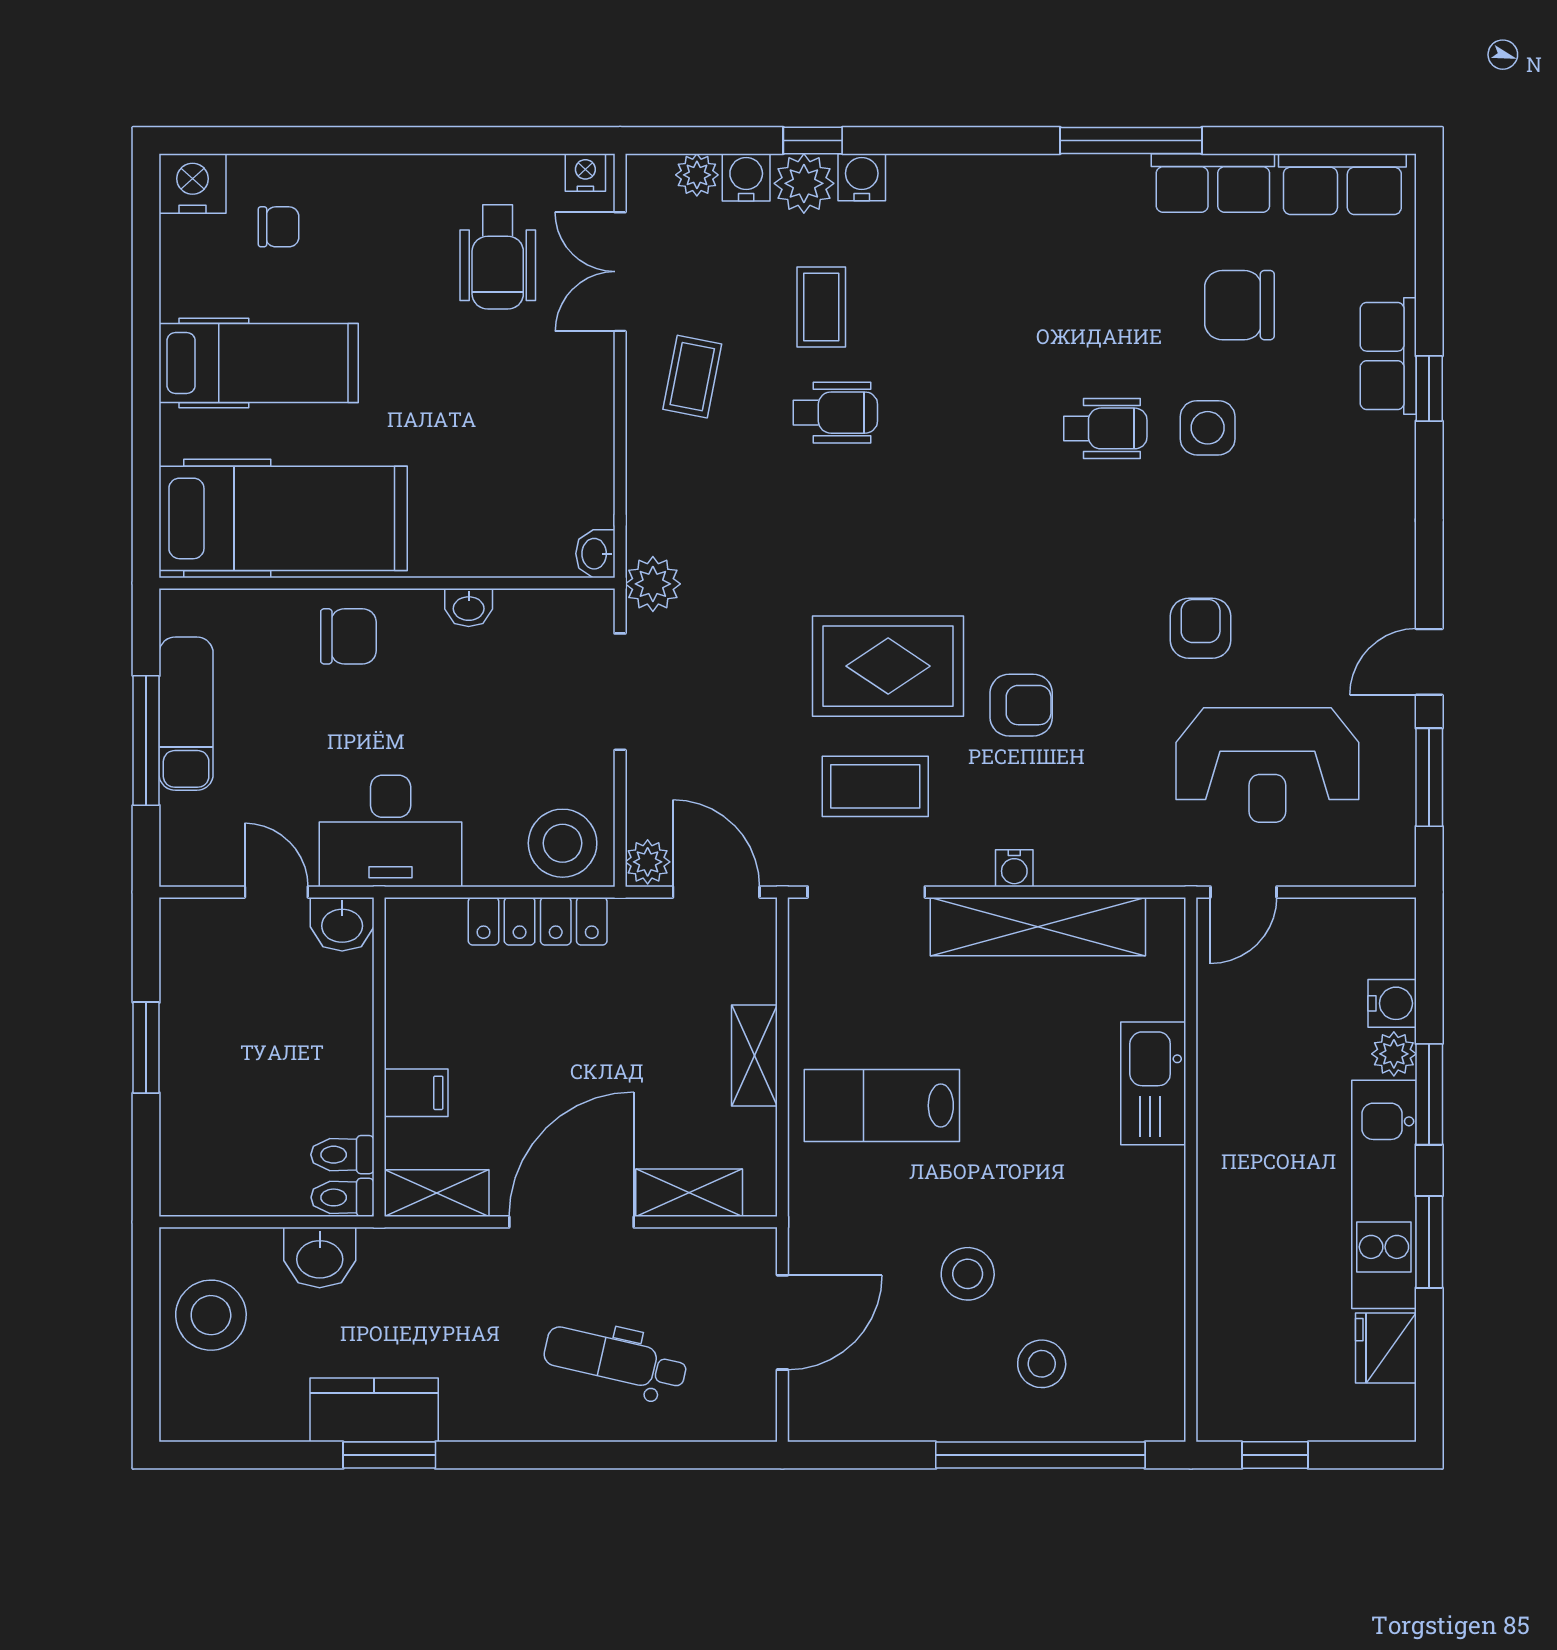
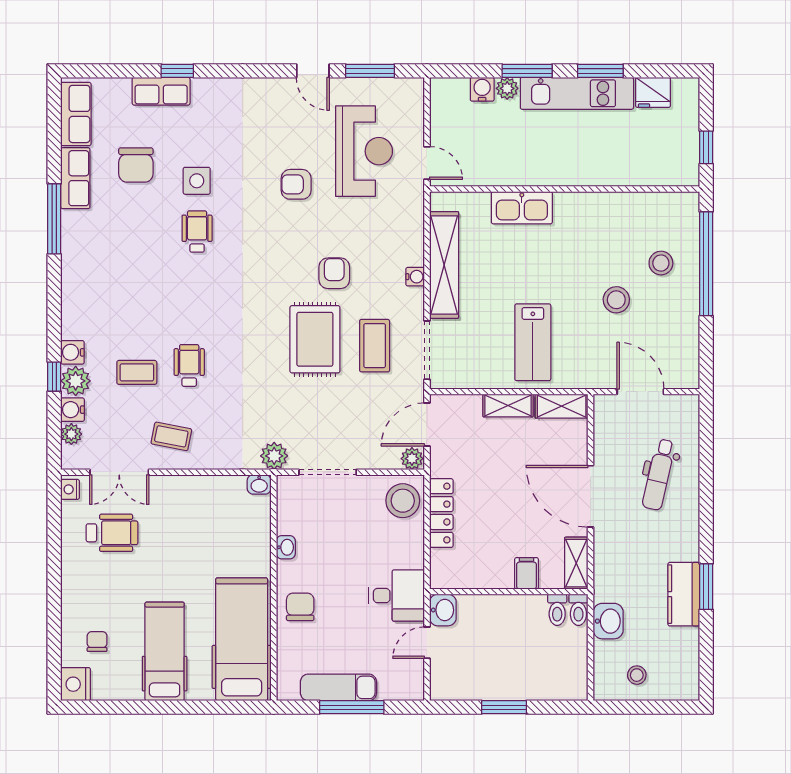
desk: (391, 831) -> (397, 596), width x0.73
shelving: (689, 1193) -> (562, 406), moved, turned 90
stool: (211, 1315) -> (637, 675), width x0.53, depth x0.53

